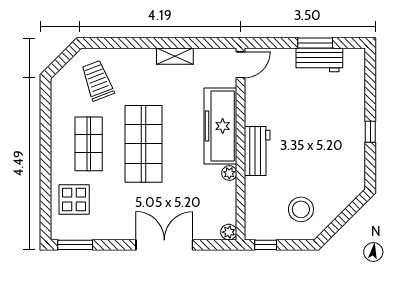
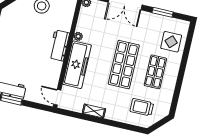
door: (241, 65) -> (57, 97), hinge flipped
trolley: (97, 81) -> (142, 107), turned 111
window: (75, 245) -> (163, 12), moved

